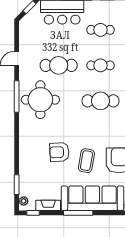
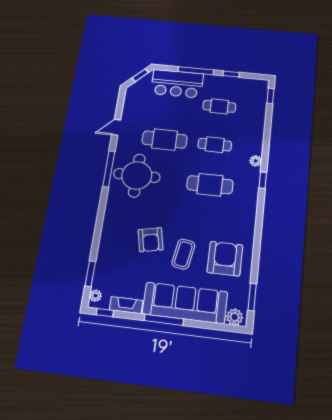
armchair: (59, 152) -> (151, 240), turned -99

